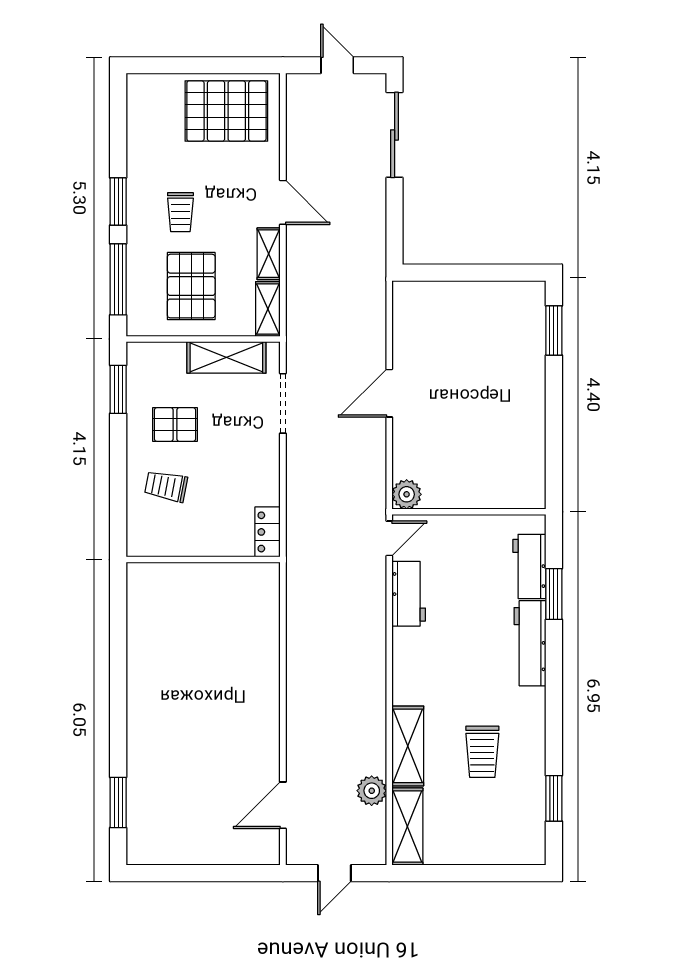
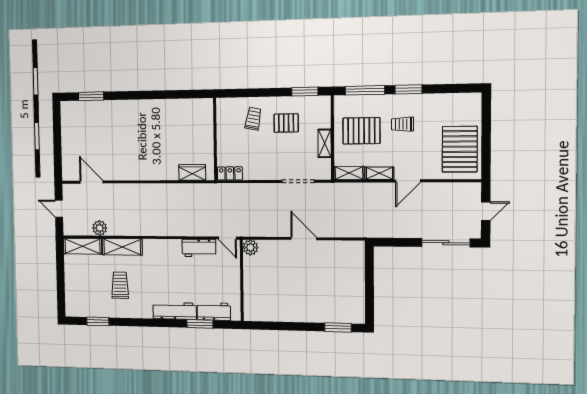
shelving: (226, 357) -> (325, 143), width x0.67, depth x0.75
pallet: (175, 425) -> (286, 123), turned 90
wardrobe: (265, 605) -> (192, 172), added
trolley: (482, 752) -> (120, 285), turned 90

